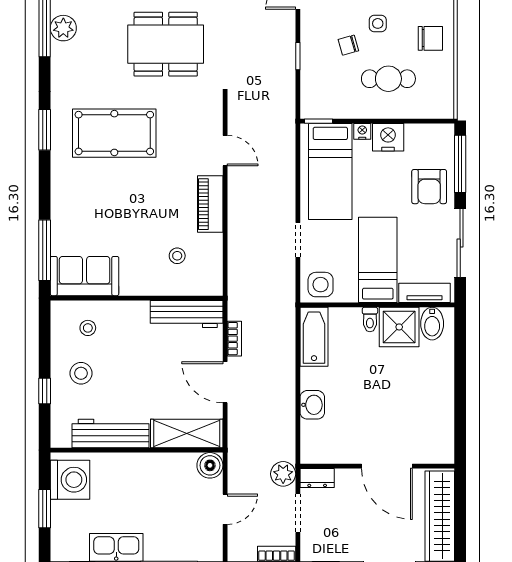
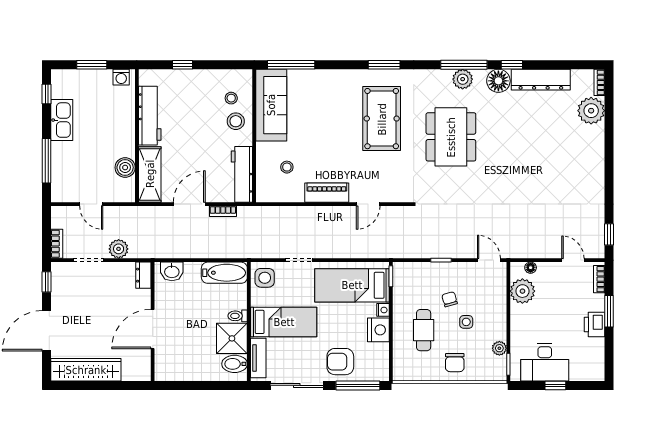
dining table: (166, 44) -> (451, 137), moved
sofa: (85, 276) -> (271, 105), width x1.36
stool: (81, 373) -> (236, 121), moved
boiler: (210, 465) -> (125, 167), moved
wall: (377, 466) -> (153, 322), moved
door: (387, 466) -> (153, 329), moved
dresser: (317, 478) -> (143, 275), moved
washing machine: (70, 480) -> (121, 77), width x0.53, depth x0.53

